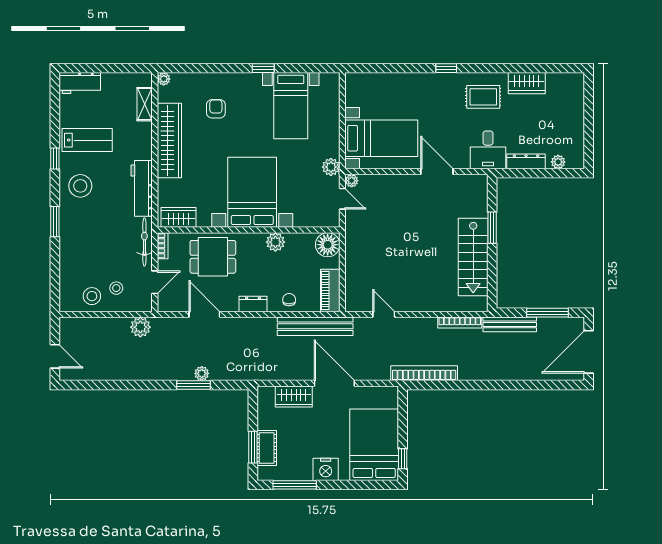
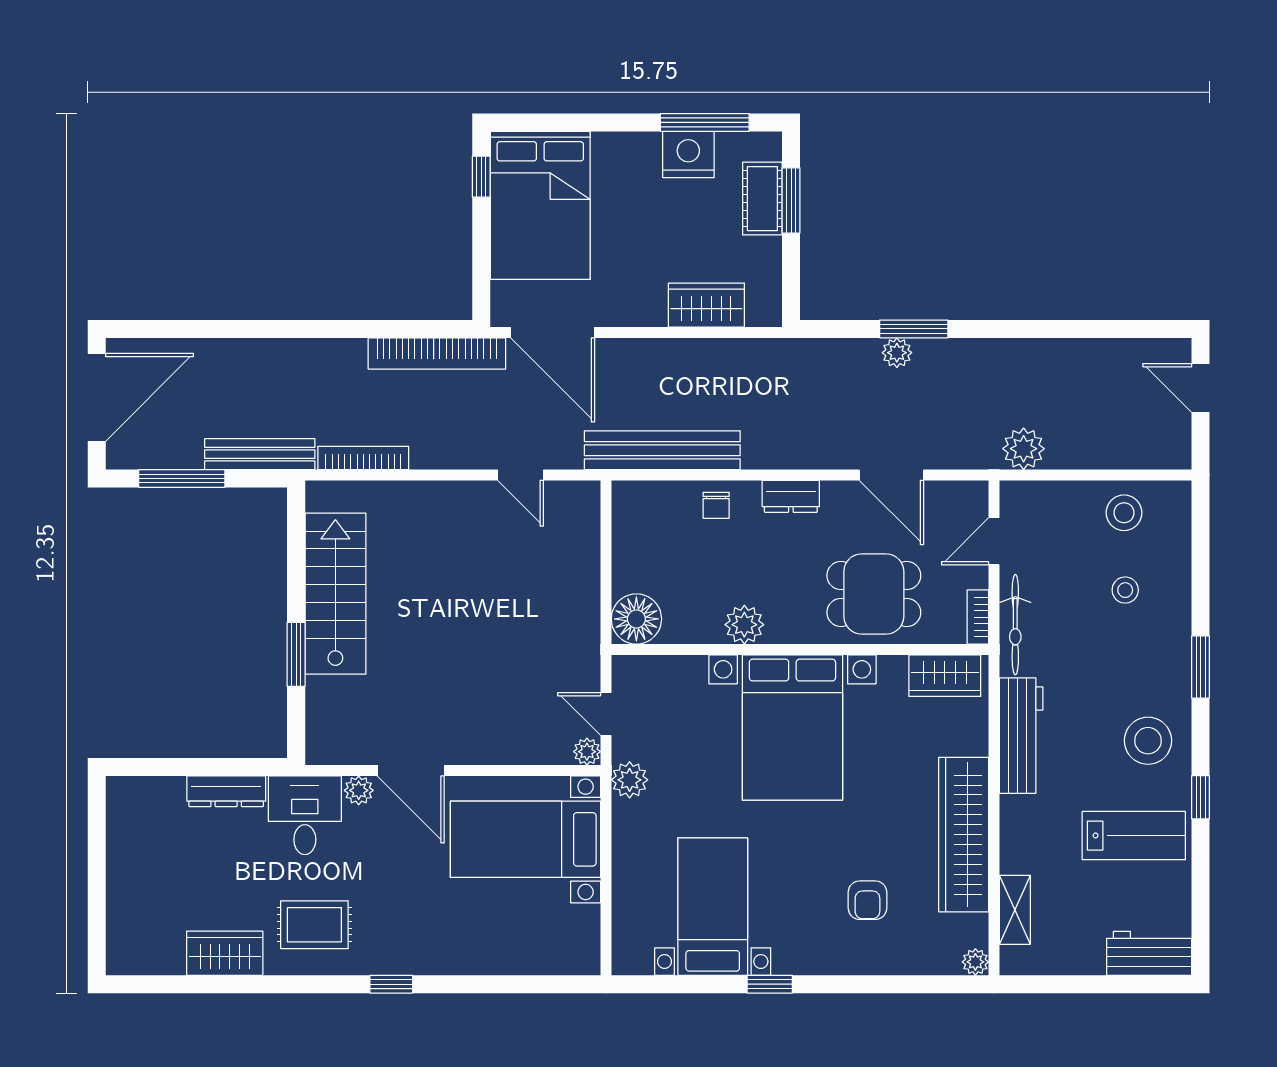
lab bench: (87, 140) -> (1134, 836), turned 180
plant: (558, 162) -> (359, 790), moved
stool: (116, 288) -> (1125, 590), moved
piano: (330, 290) -> (631, 524), removed
door: (334, 383) -> (553, 333), moved
nightstand: (326, 469) -> (688, 154), moved

